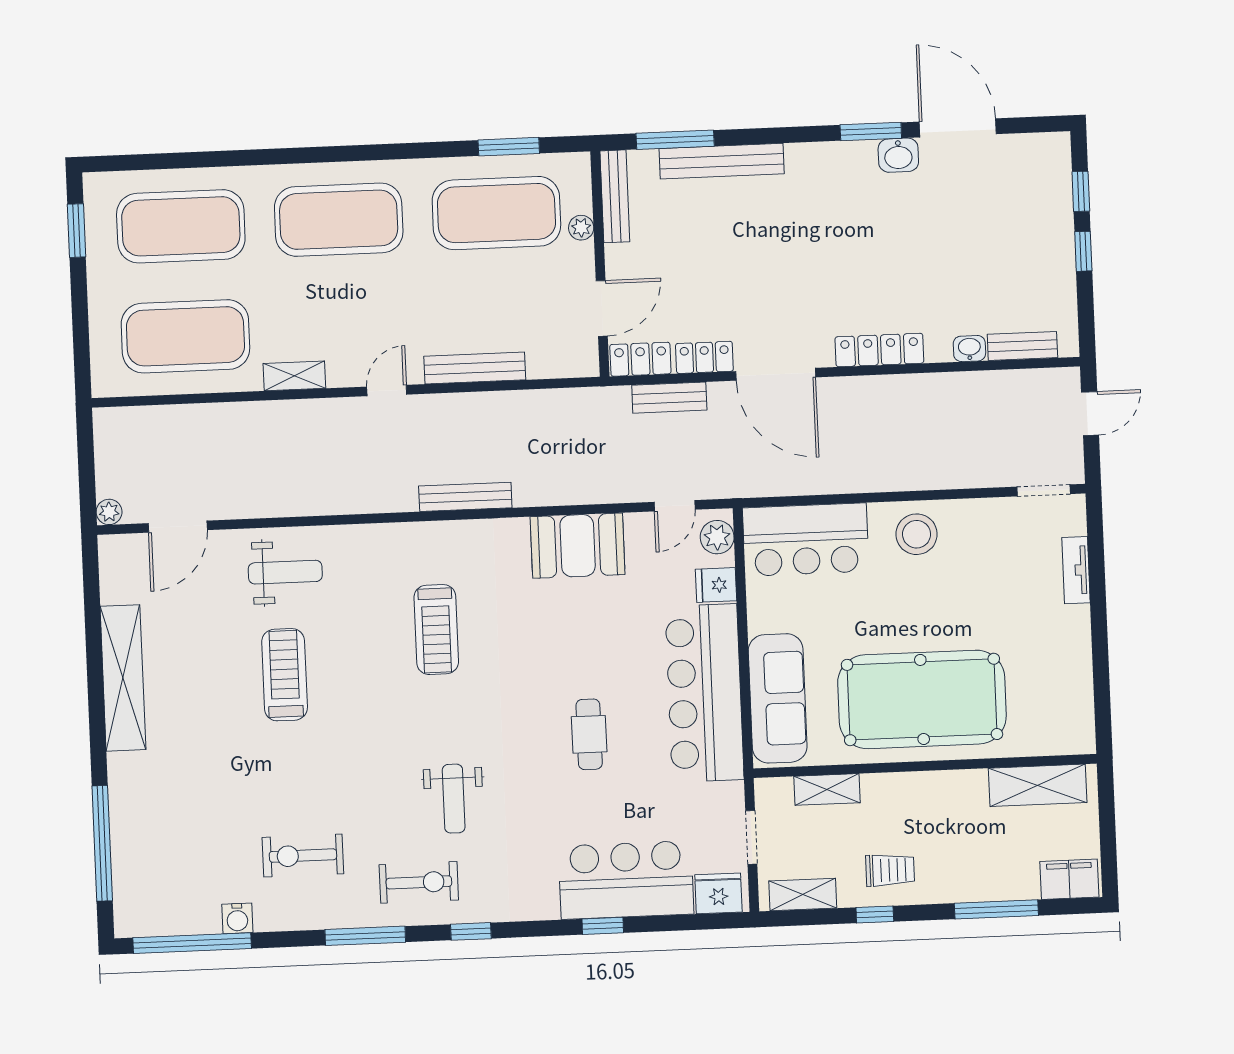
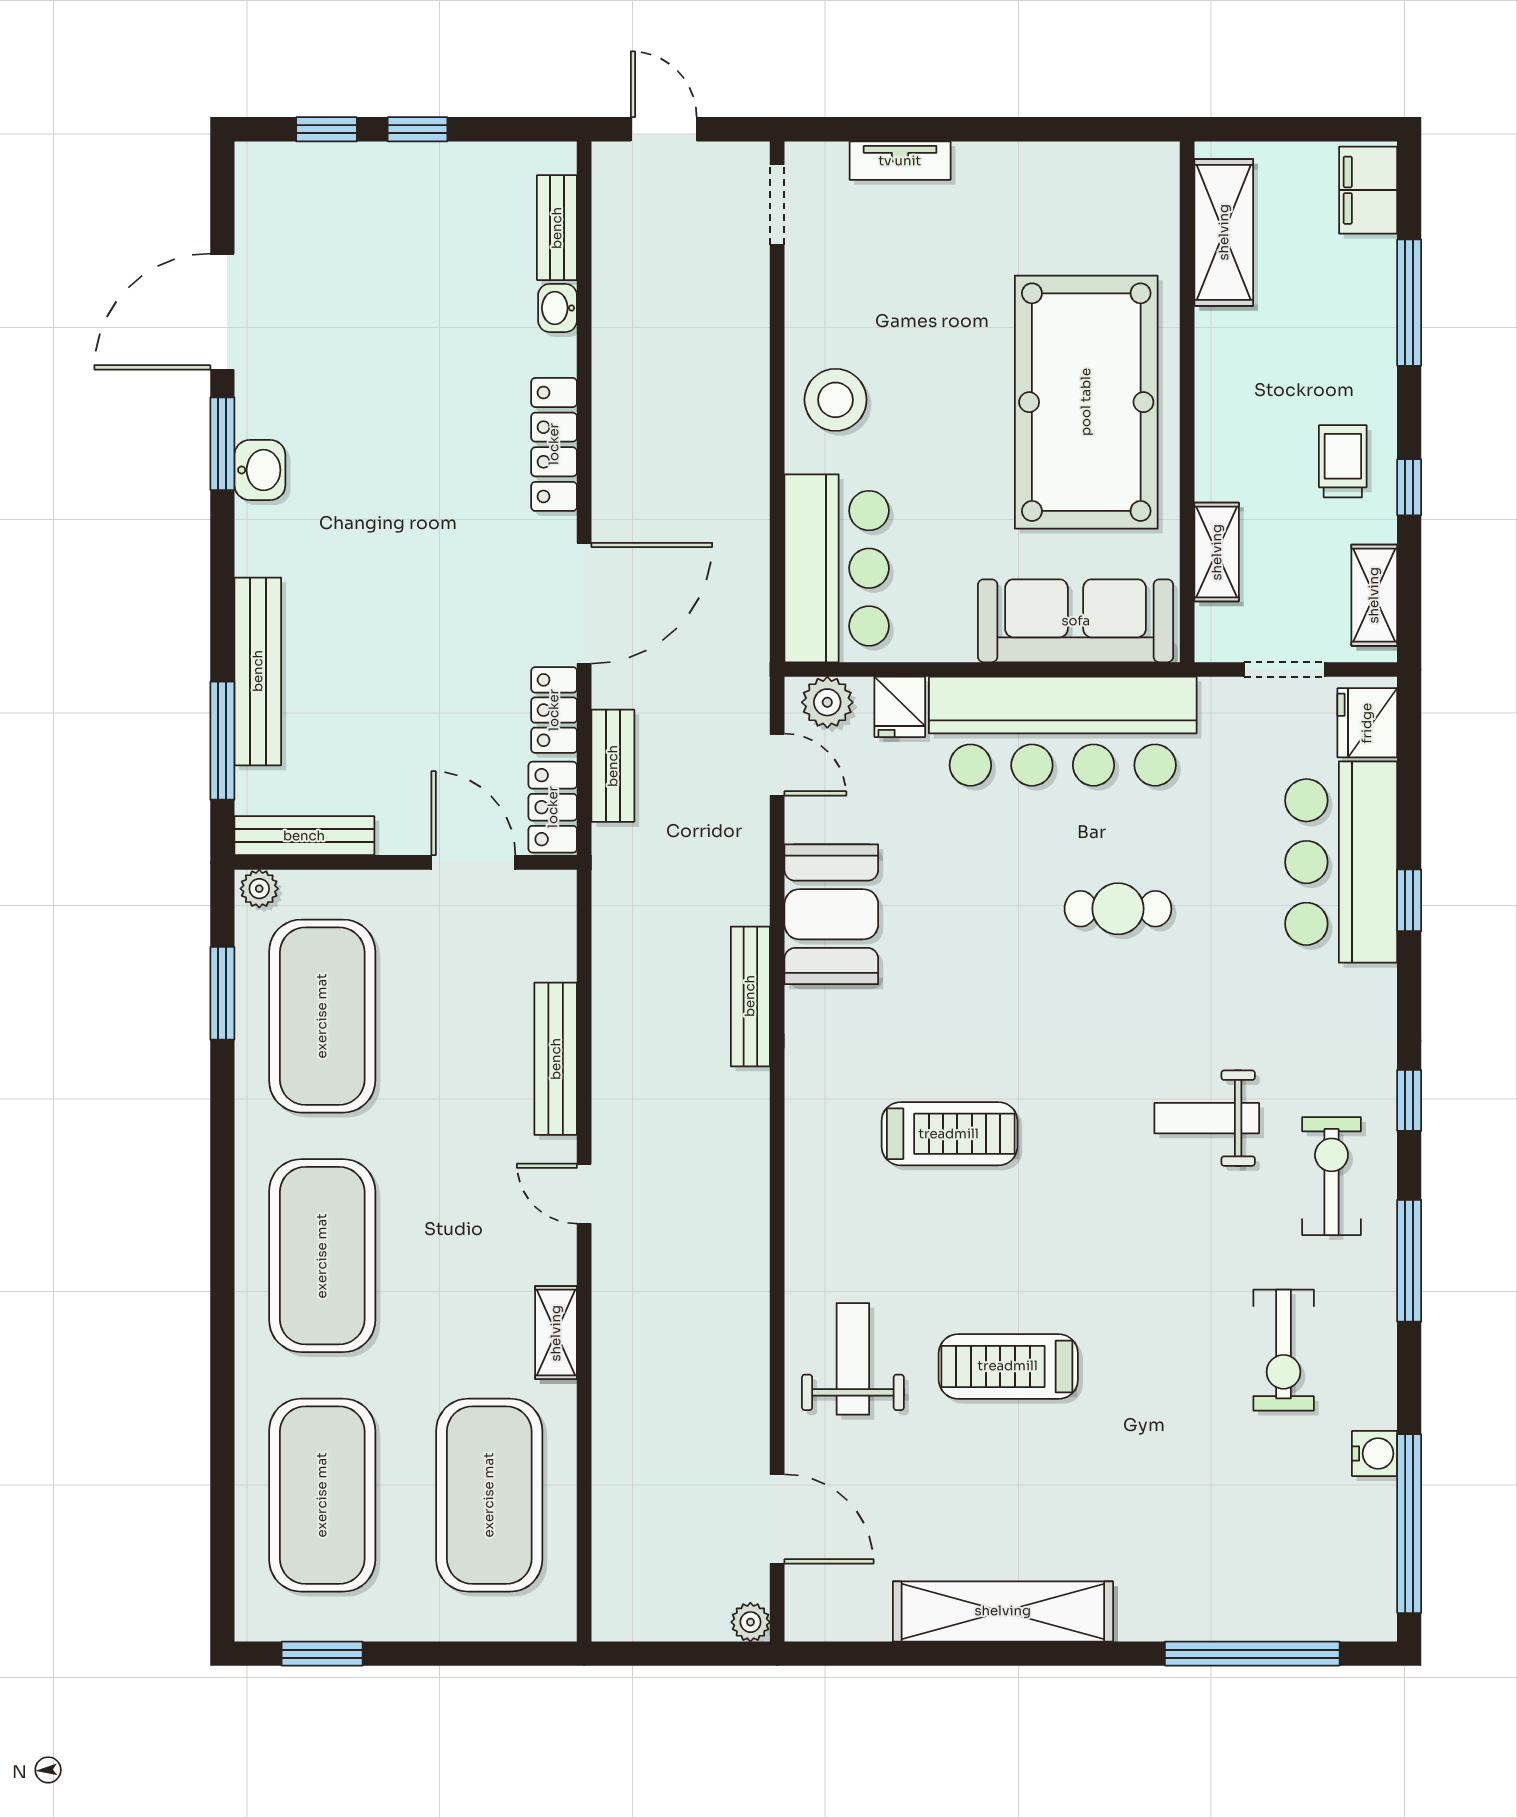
washbasin: (898, 155) -> (260, 470), moved
plant: (581, 228) -> (259, 889), moved
bench: (465, 497) -> (750, 996), moved
weight bench: (454, 799) -> (1207, 1118), turned 180

